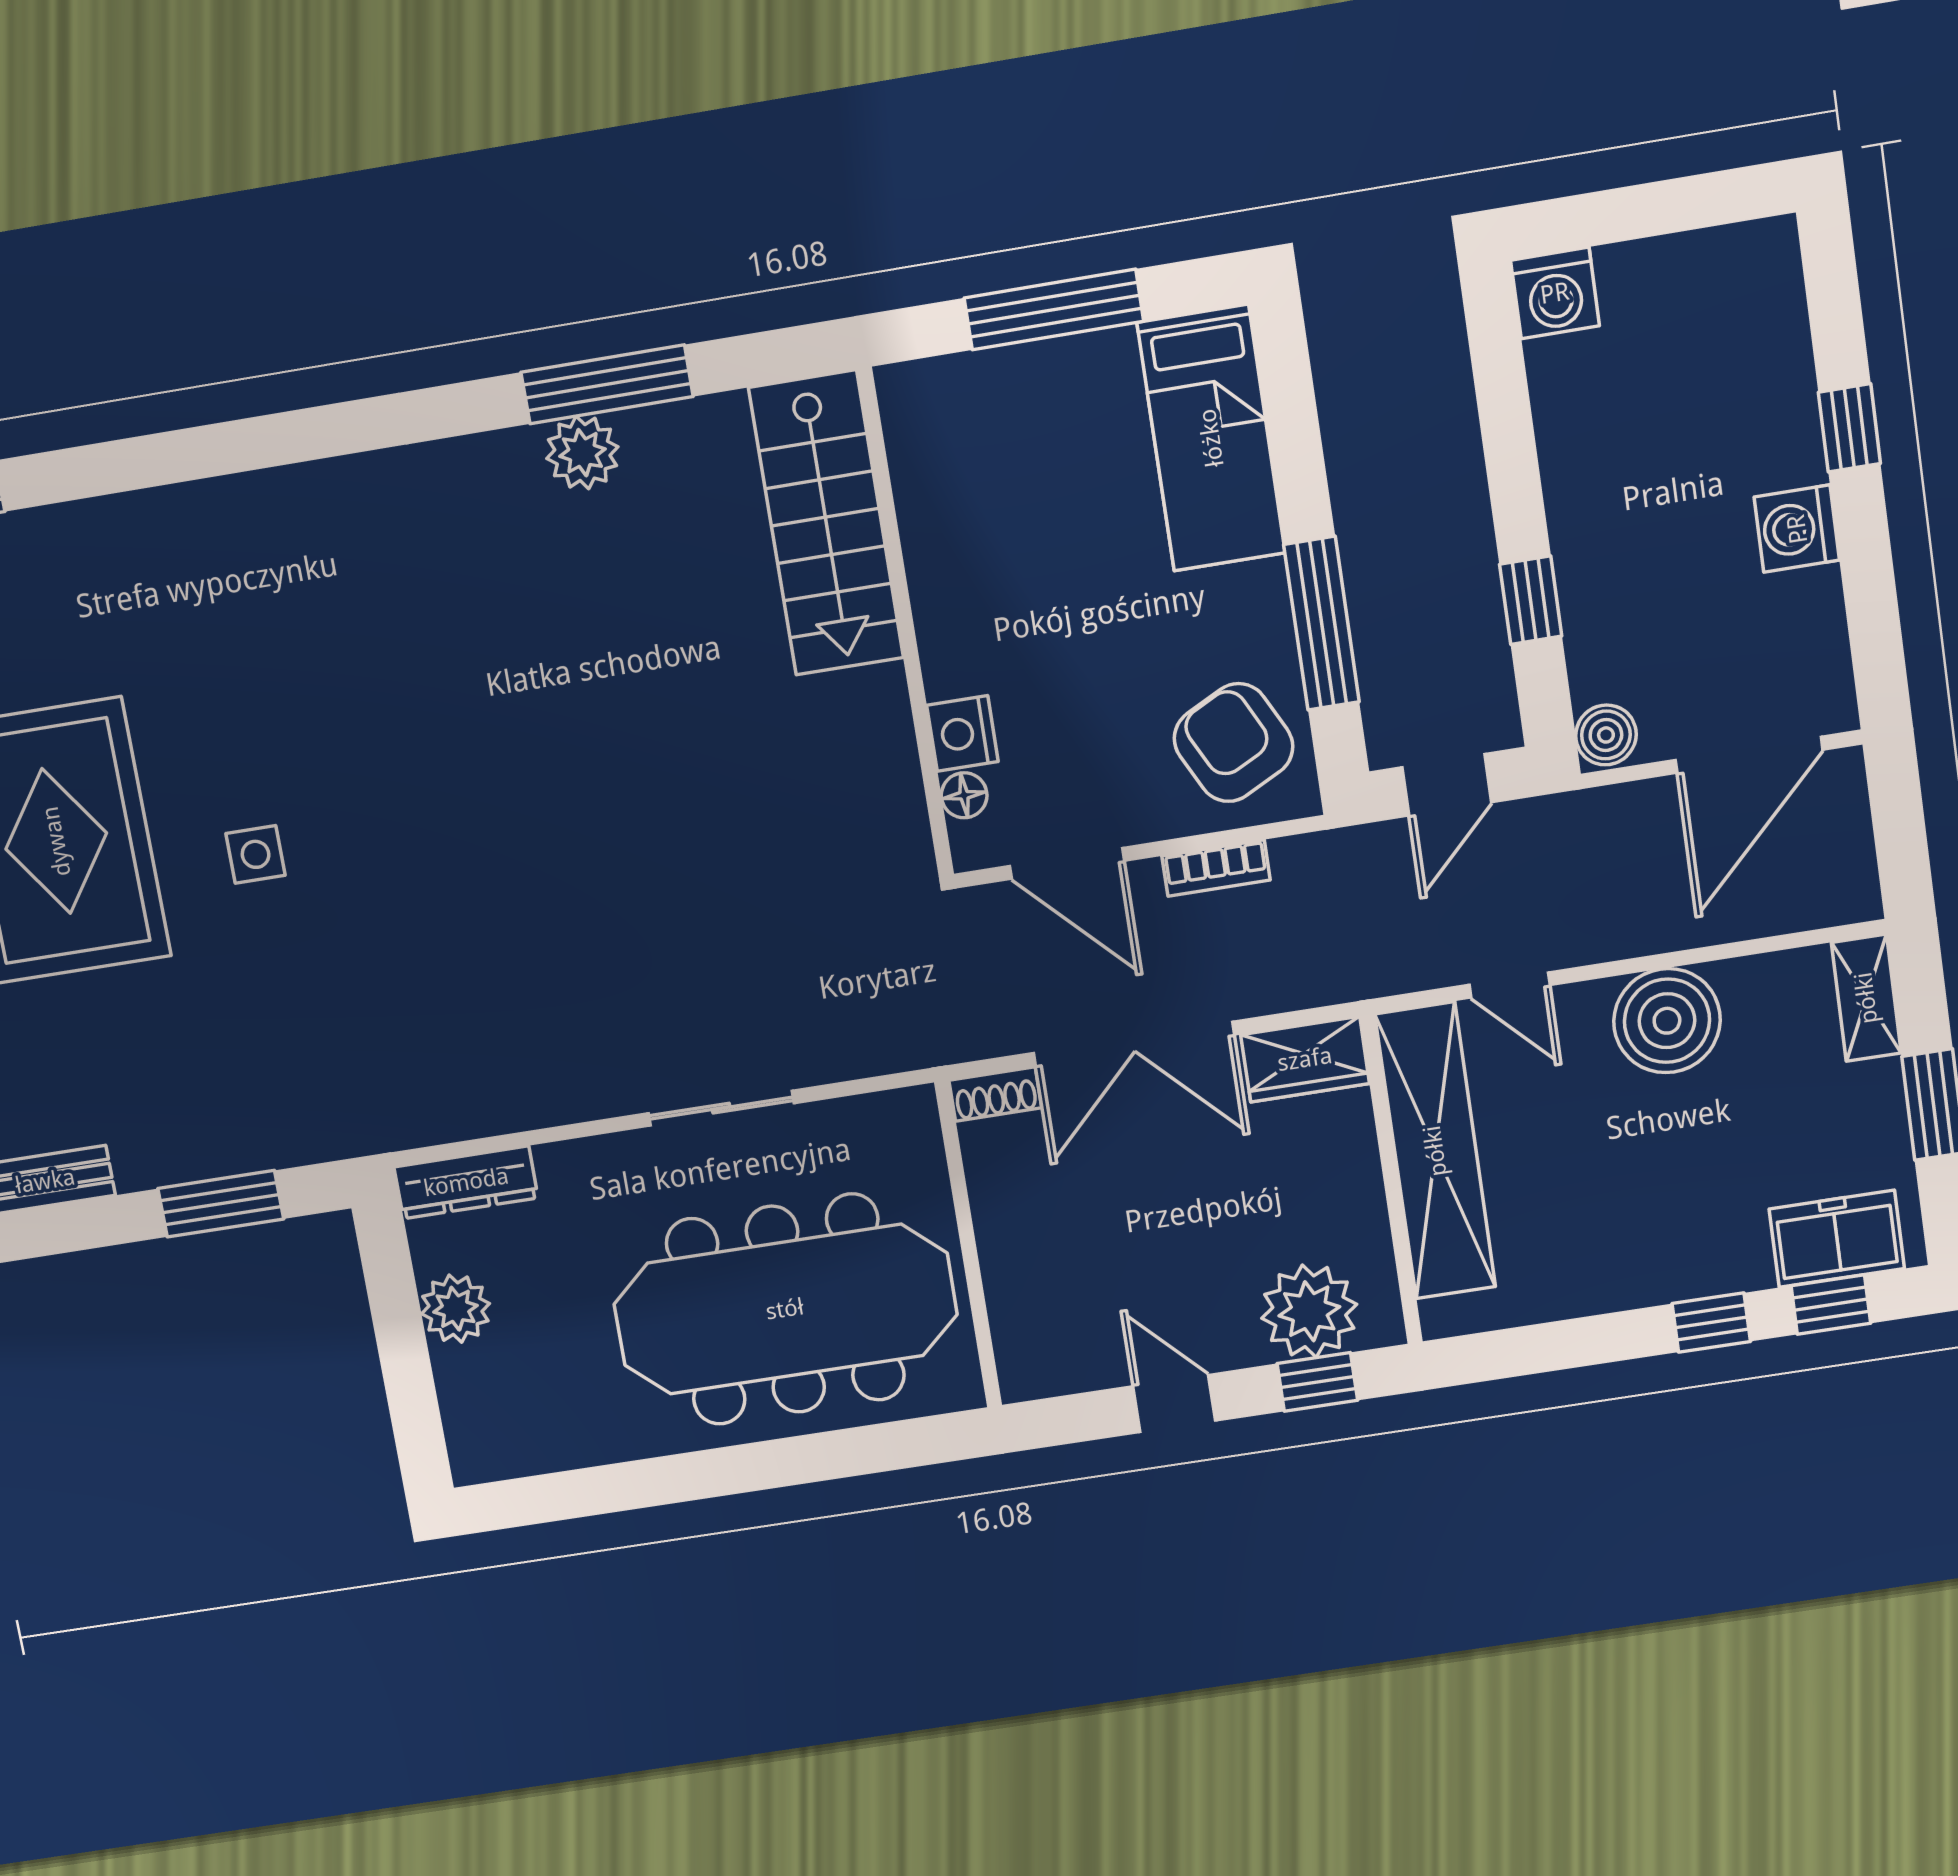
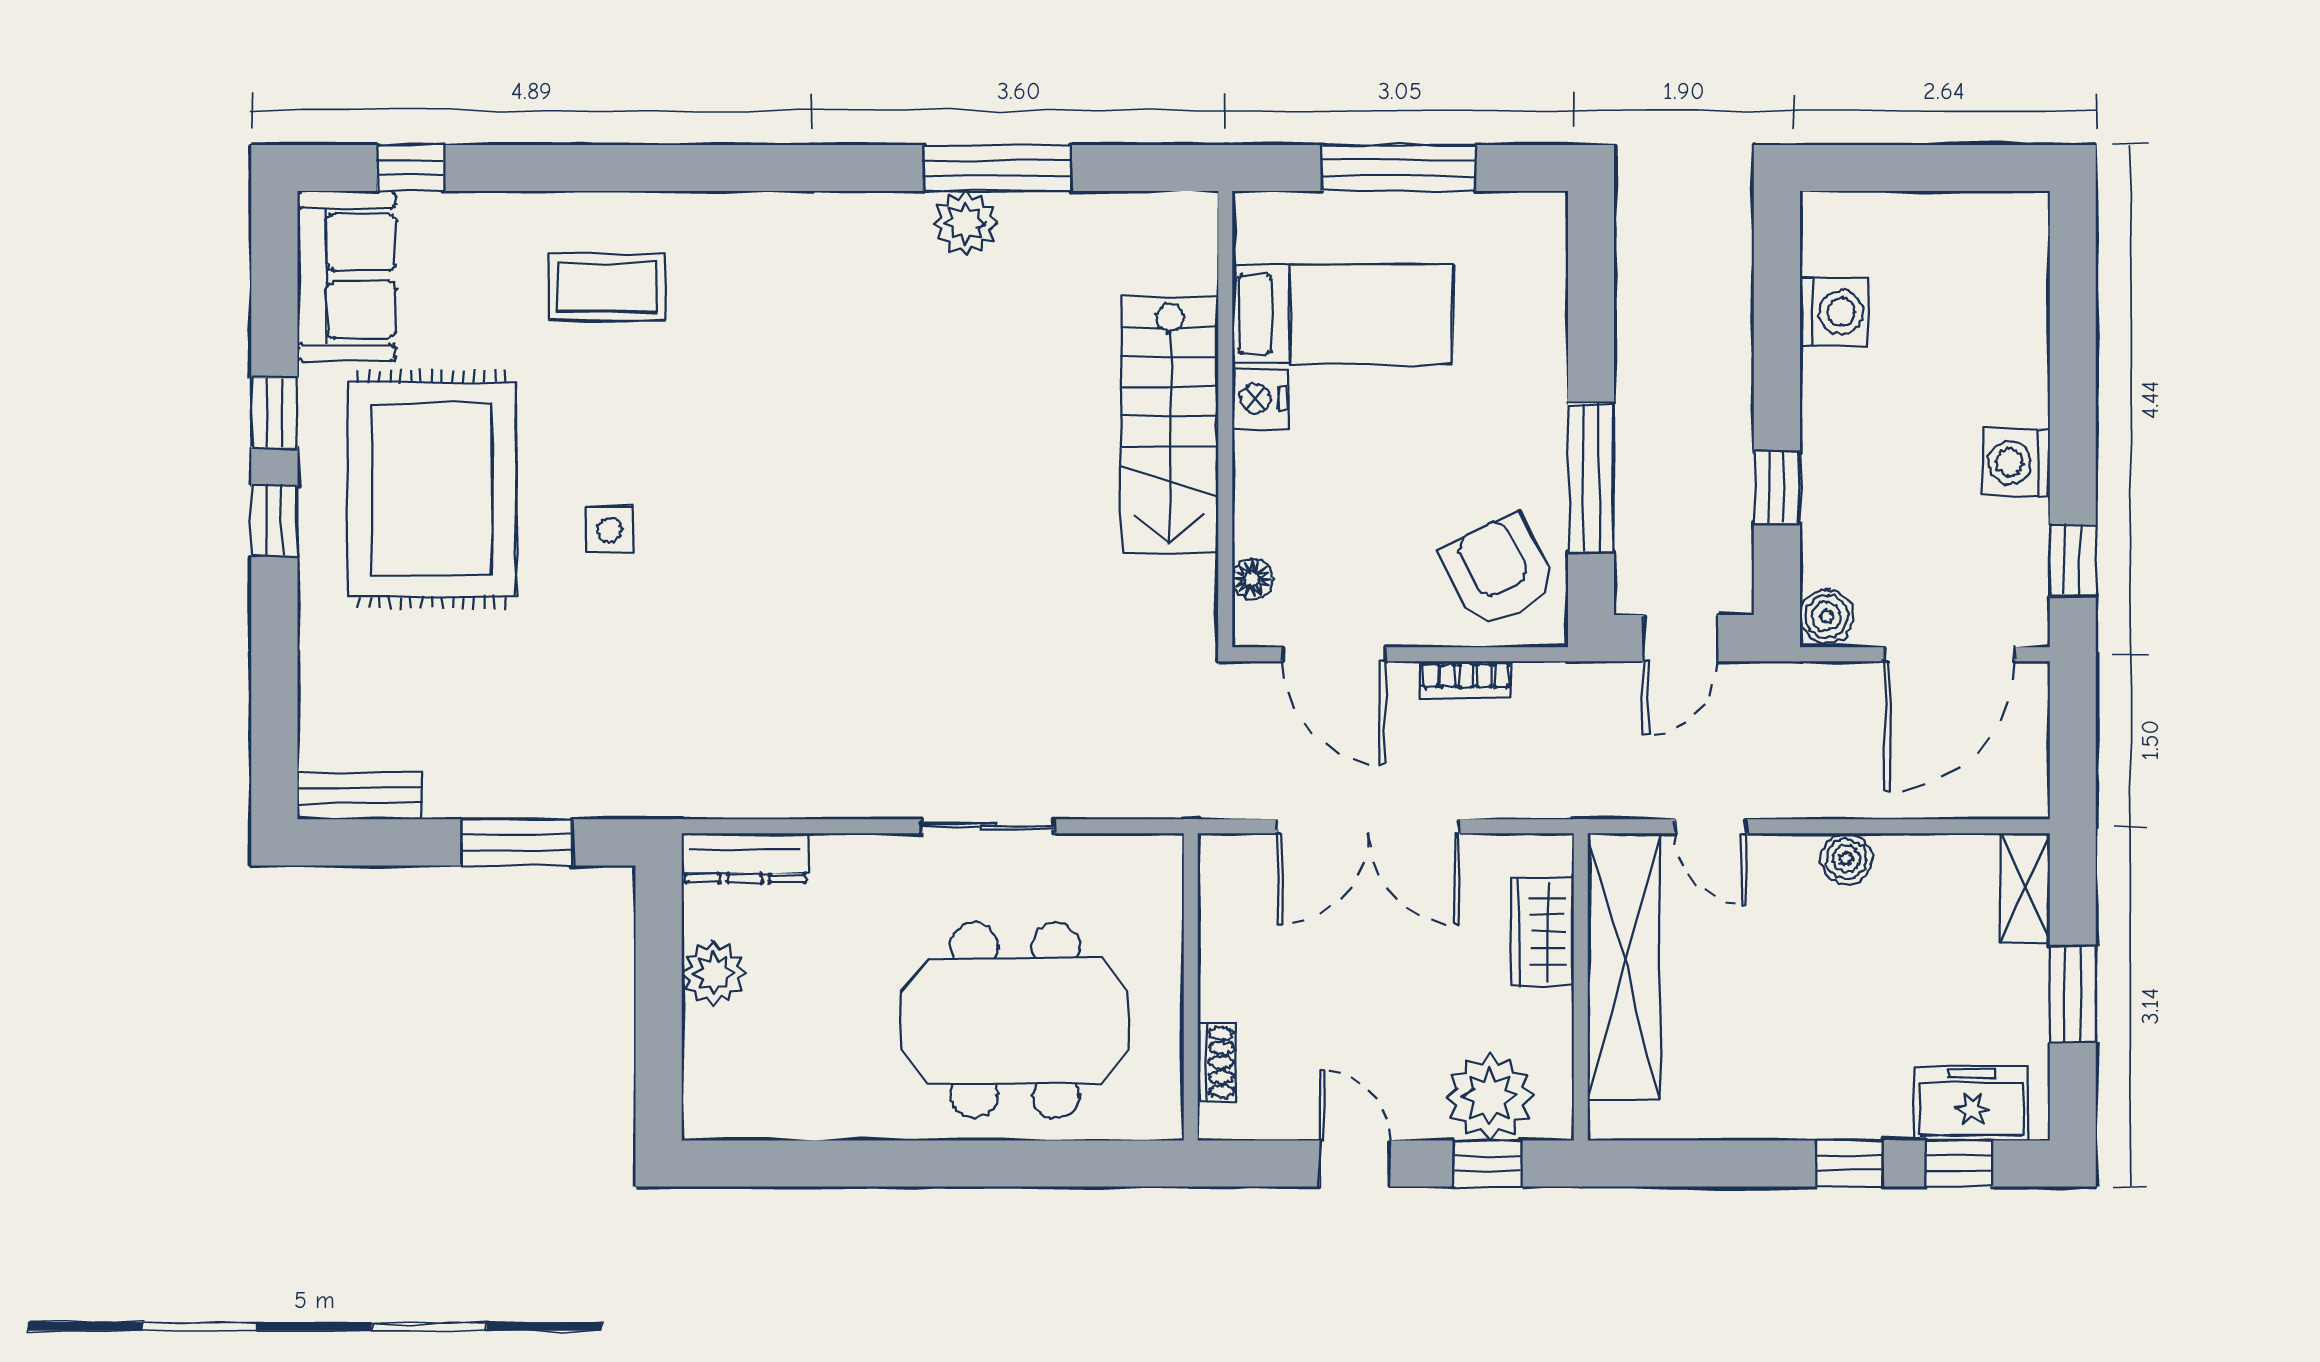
washing machine: (1555, 293) -> (1834, 312), moved, turned -90
window: (1849, 428) -> (2073, 560), moved
bed: (1211, 438) -> (1342, 314), moved, turned -90
stairs: (826, 523) -> (1170, 425), moved
coffee table: (203, 589) -> (607, 287), added
nightstand: (962, 733) -> (1260, 399), moved
boiler: (1667, 1021) -> (1846, 859), width x0.54, depth x0.54
wardrobe: (1305, 1059) -> (1542, 931), moved, turned 90
shoe rack: (995, 1094) -> (1217, 1062), moved, turned -90
meeting table: (785, 1309) -> (1015, 1021), width x0.73

